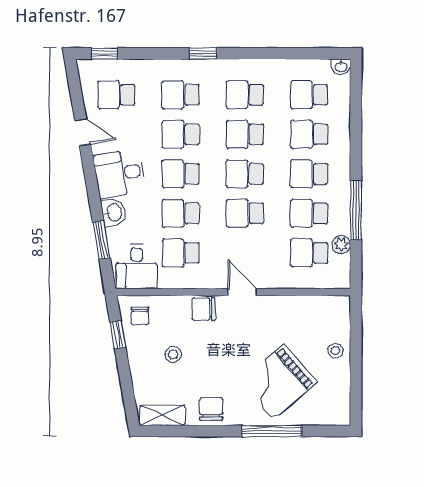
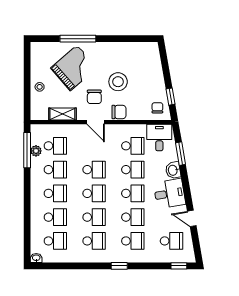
window: (356, 210) -> (27, 150), moved
stool: (173, 354) -> (118, 82), moved, width x1.89, depth x1.89
chair: (211, 409) -> (94, 97), moved
shelving: (162, 415) -> (62, 114), moved

